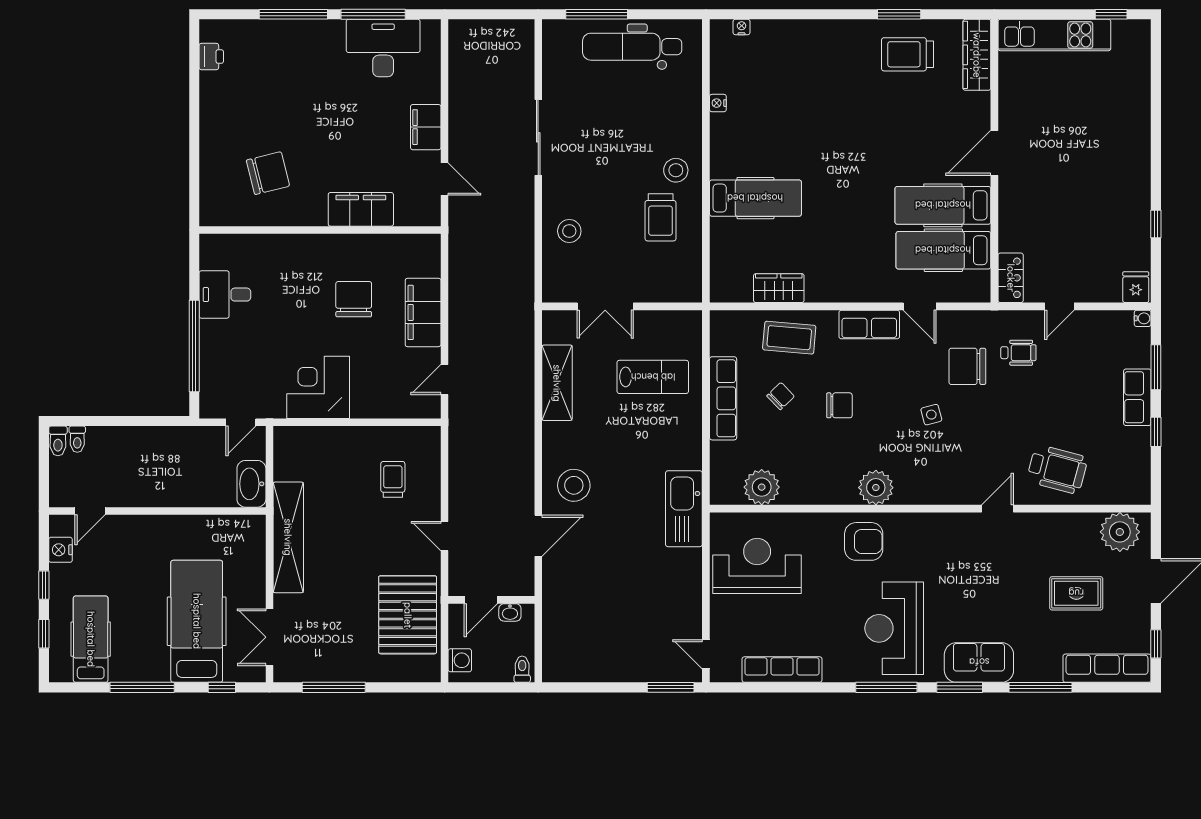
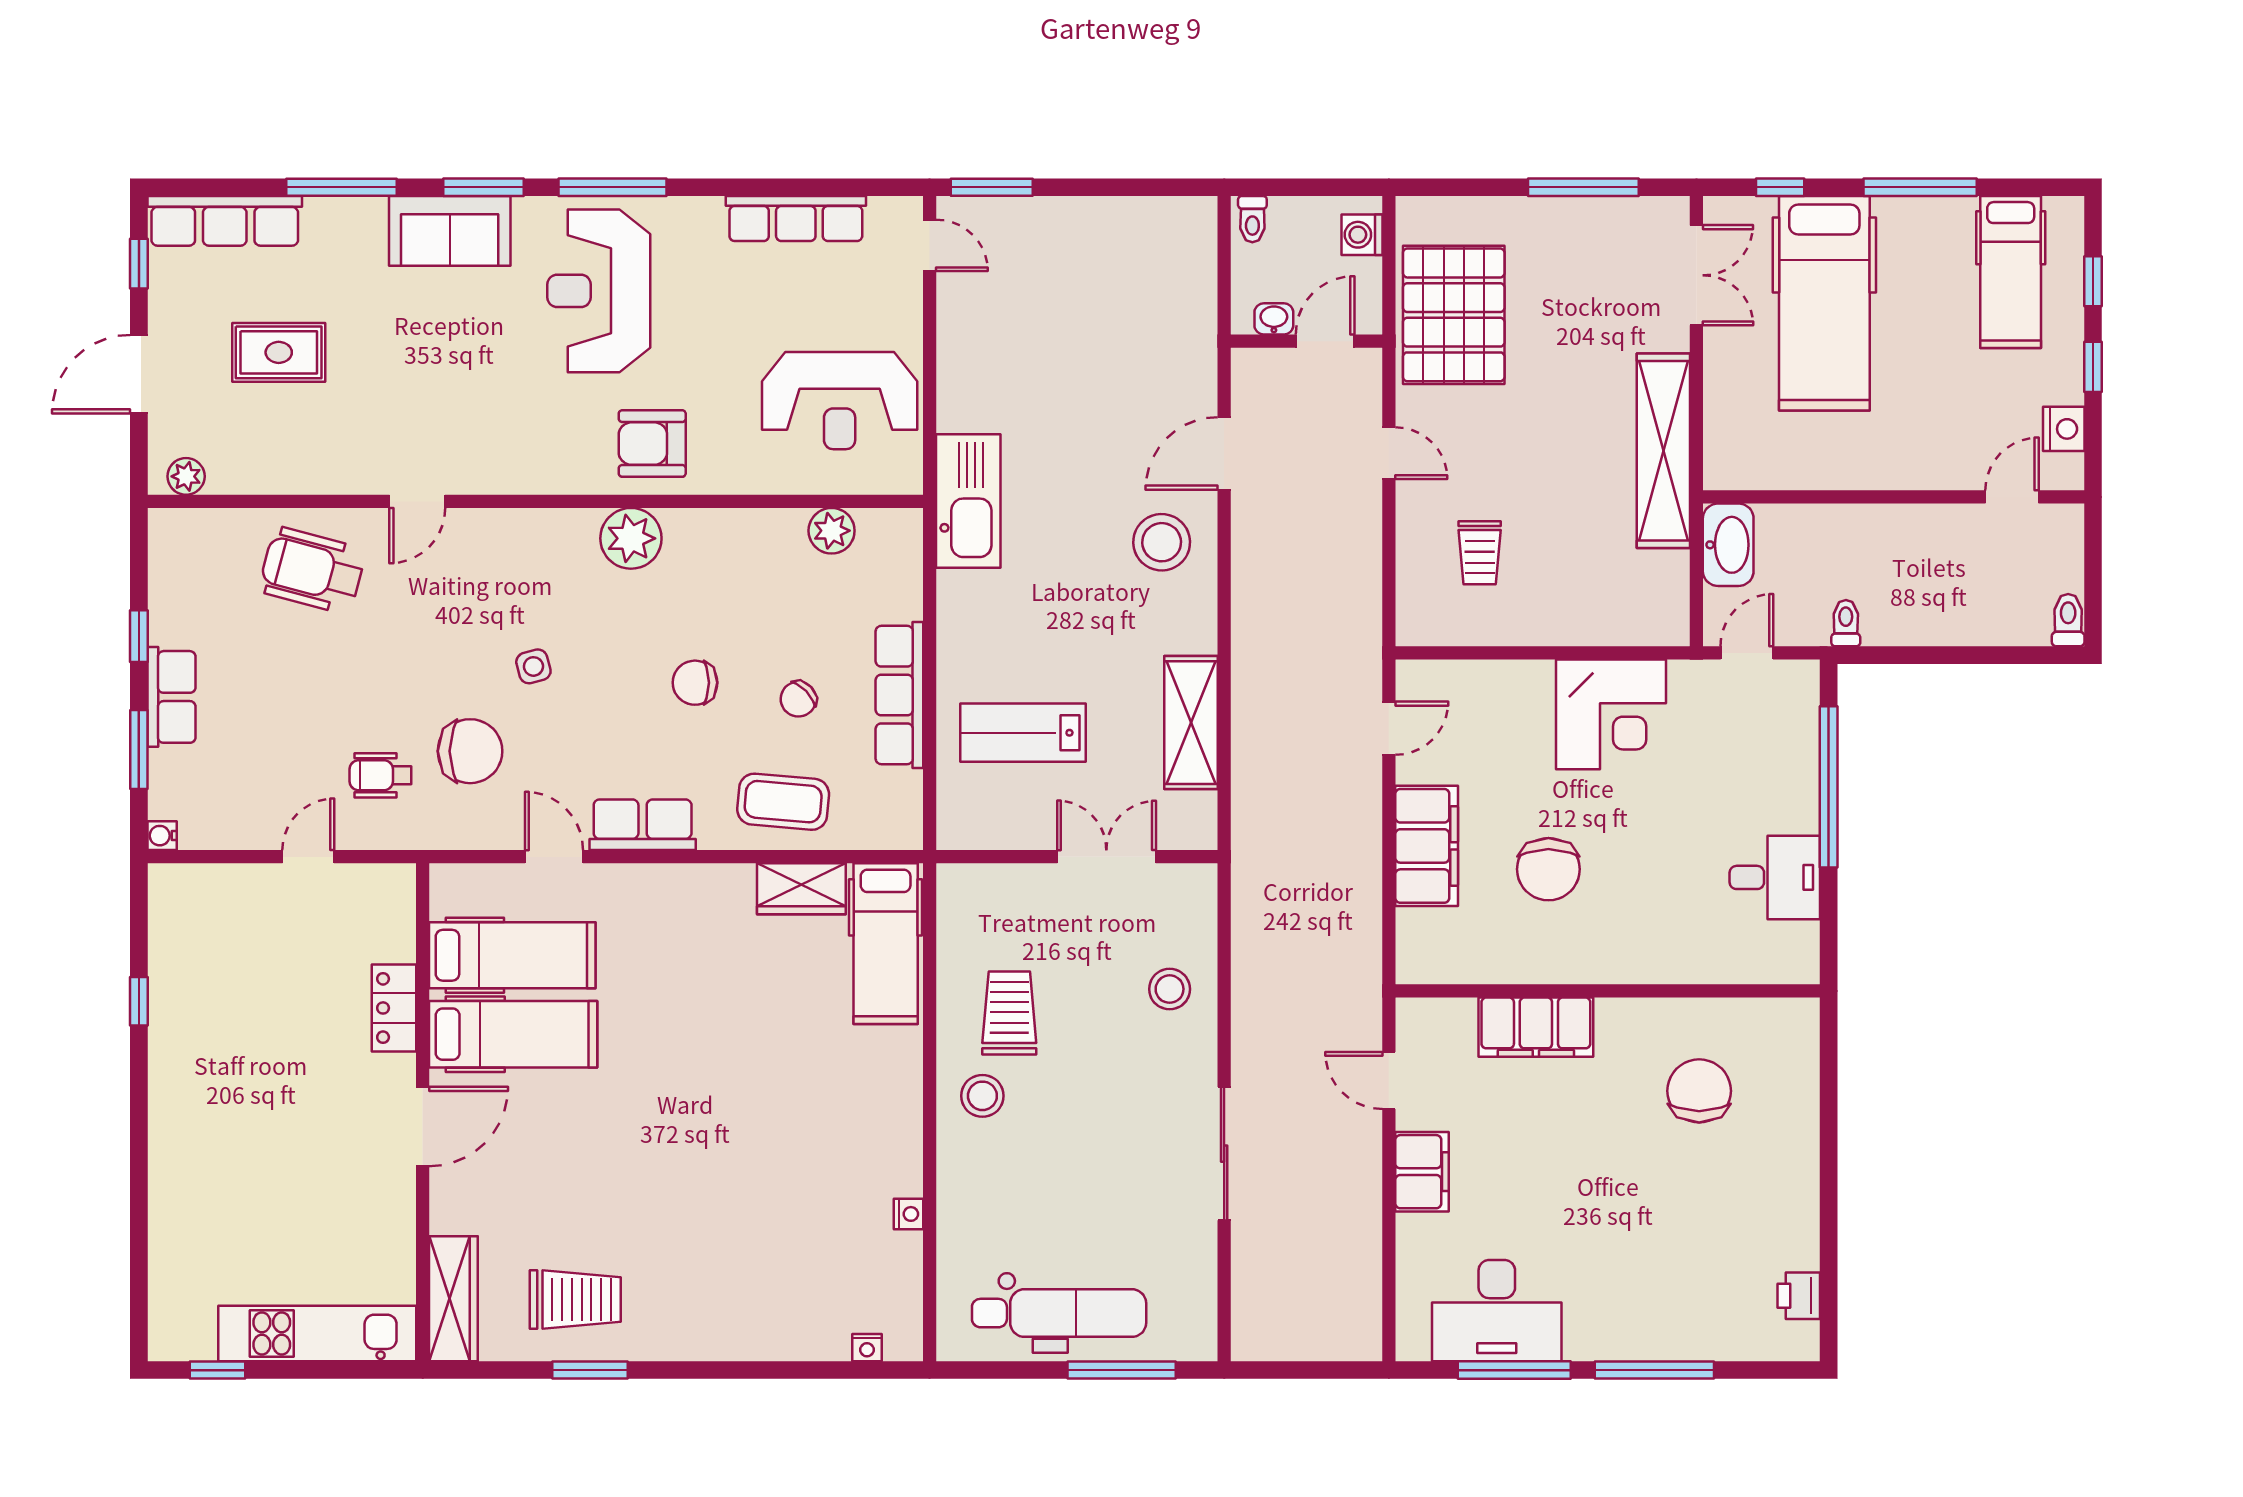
chair: (268, 173) -> (1699, 1091), turned 104
hospital bed: (755, 198) -> (886, 944), moved, turned -90
locker: (1011, 278) -> (394, 1008), moved
fridge: (1136, 287) -> (174, 890), removed
toilet: (77, 439) -> (1846, 623), moved
plant: (762, 487) -> (832, 531), width x0.73, depth x0.73
plant: (1120, 532) -> (186, 476), width x0.53, depth x0.53
reception desk: (894, 628) -> (599, 291), turned 180

